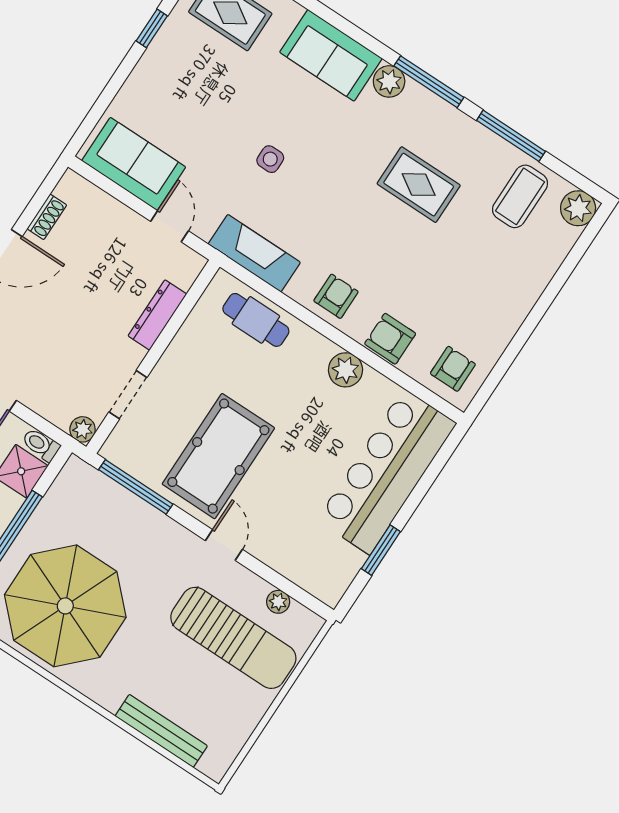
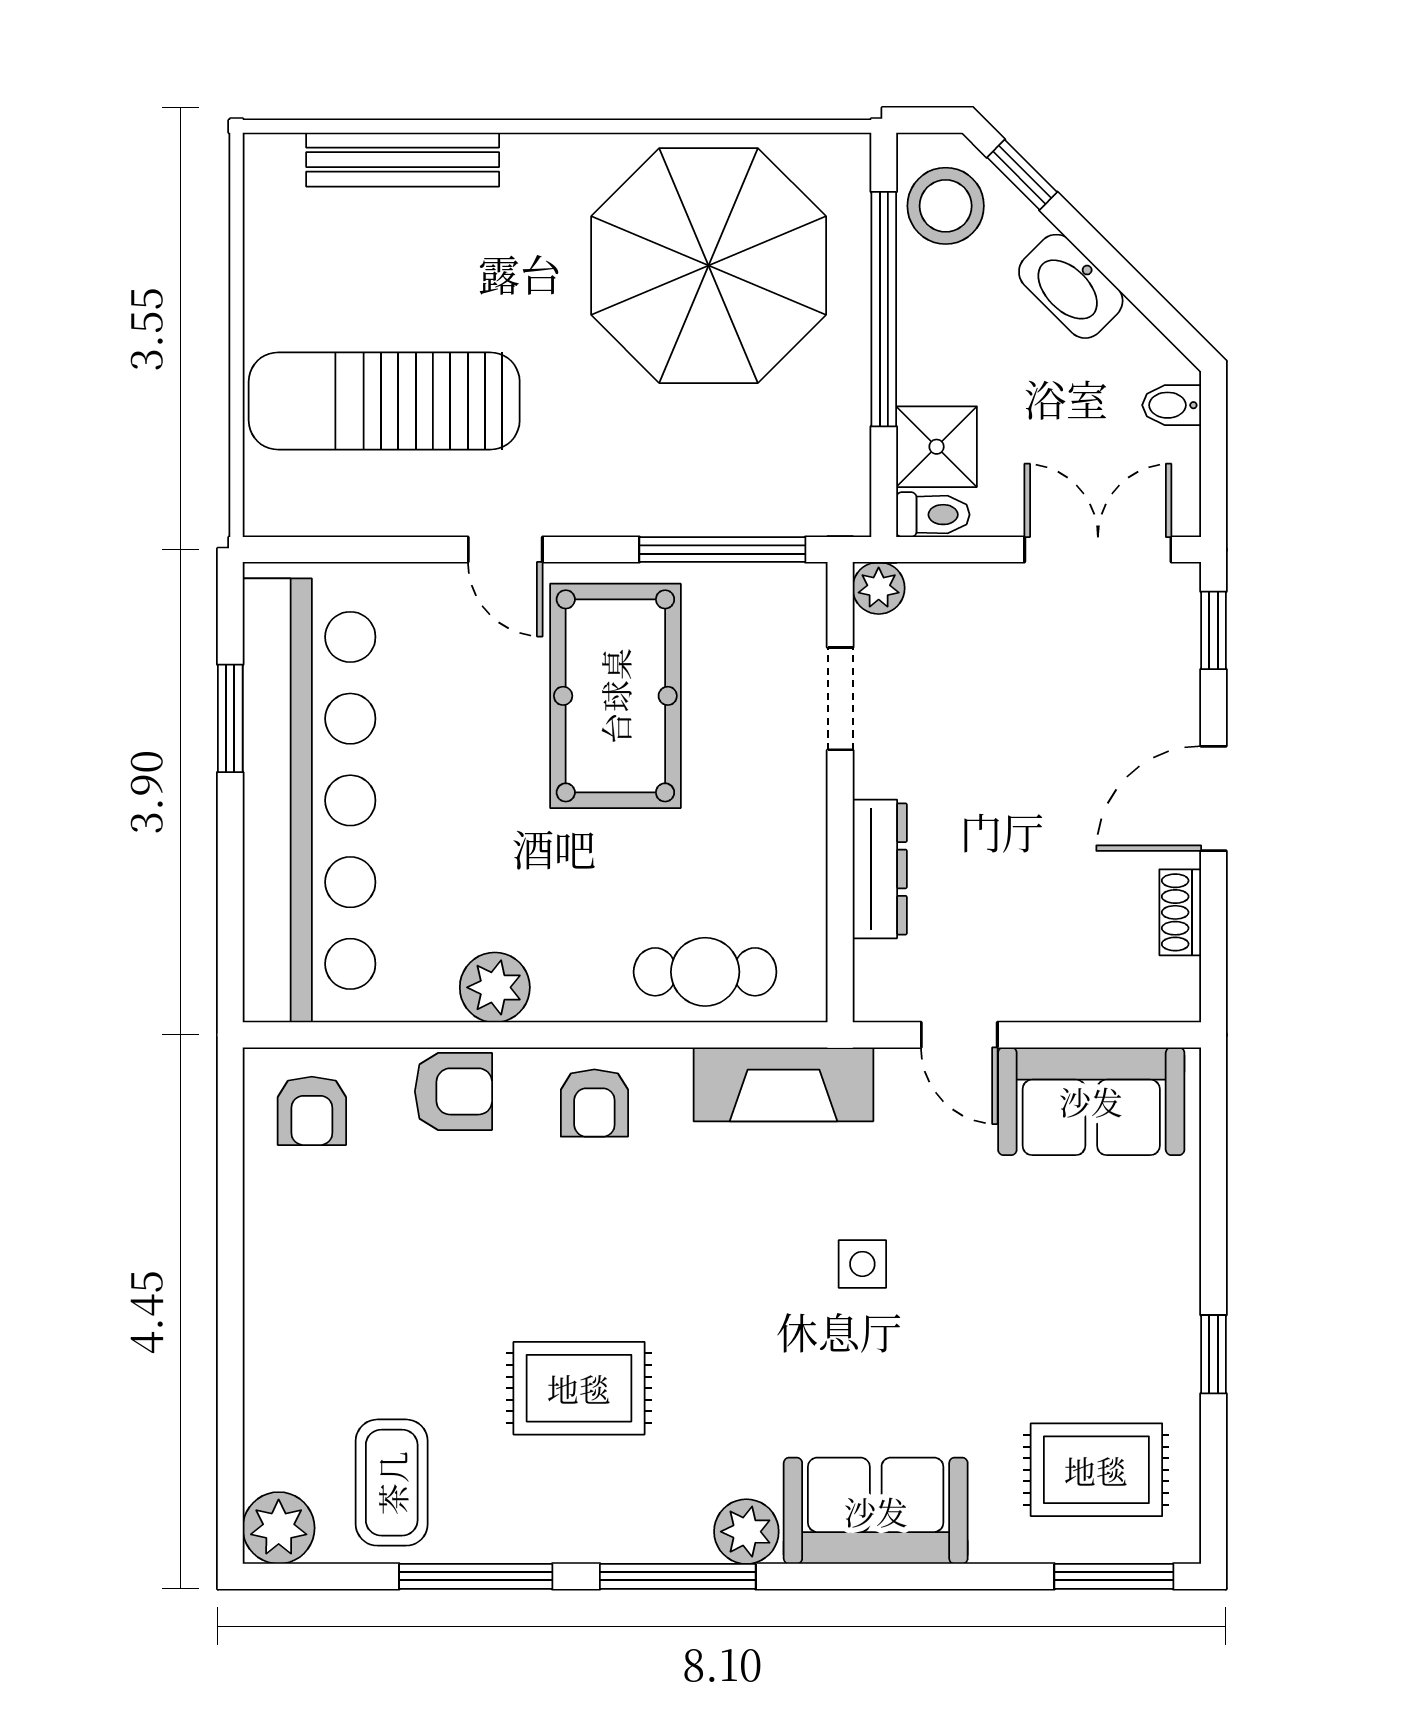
bar counter: (387, 472) -> (309, 800), width x1.36
plant: (278, 602) -> (348, 514), removed

